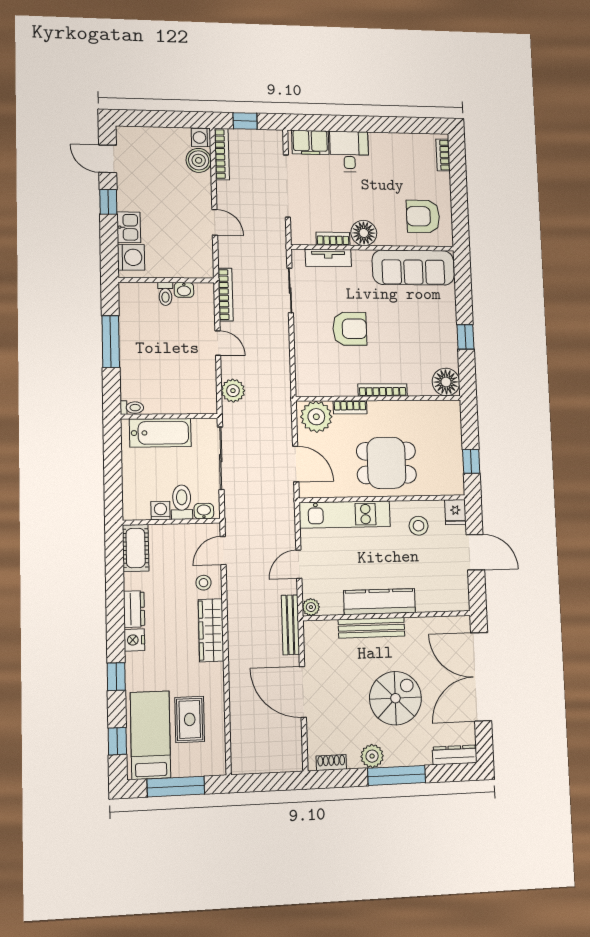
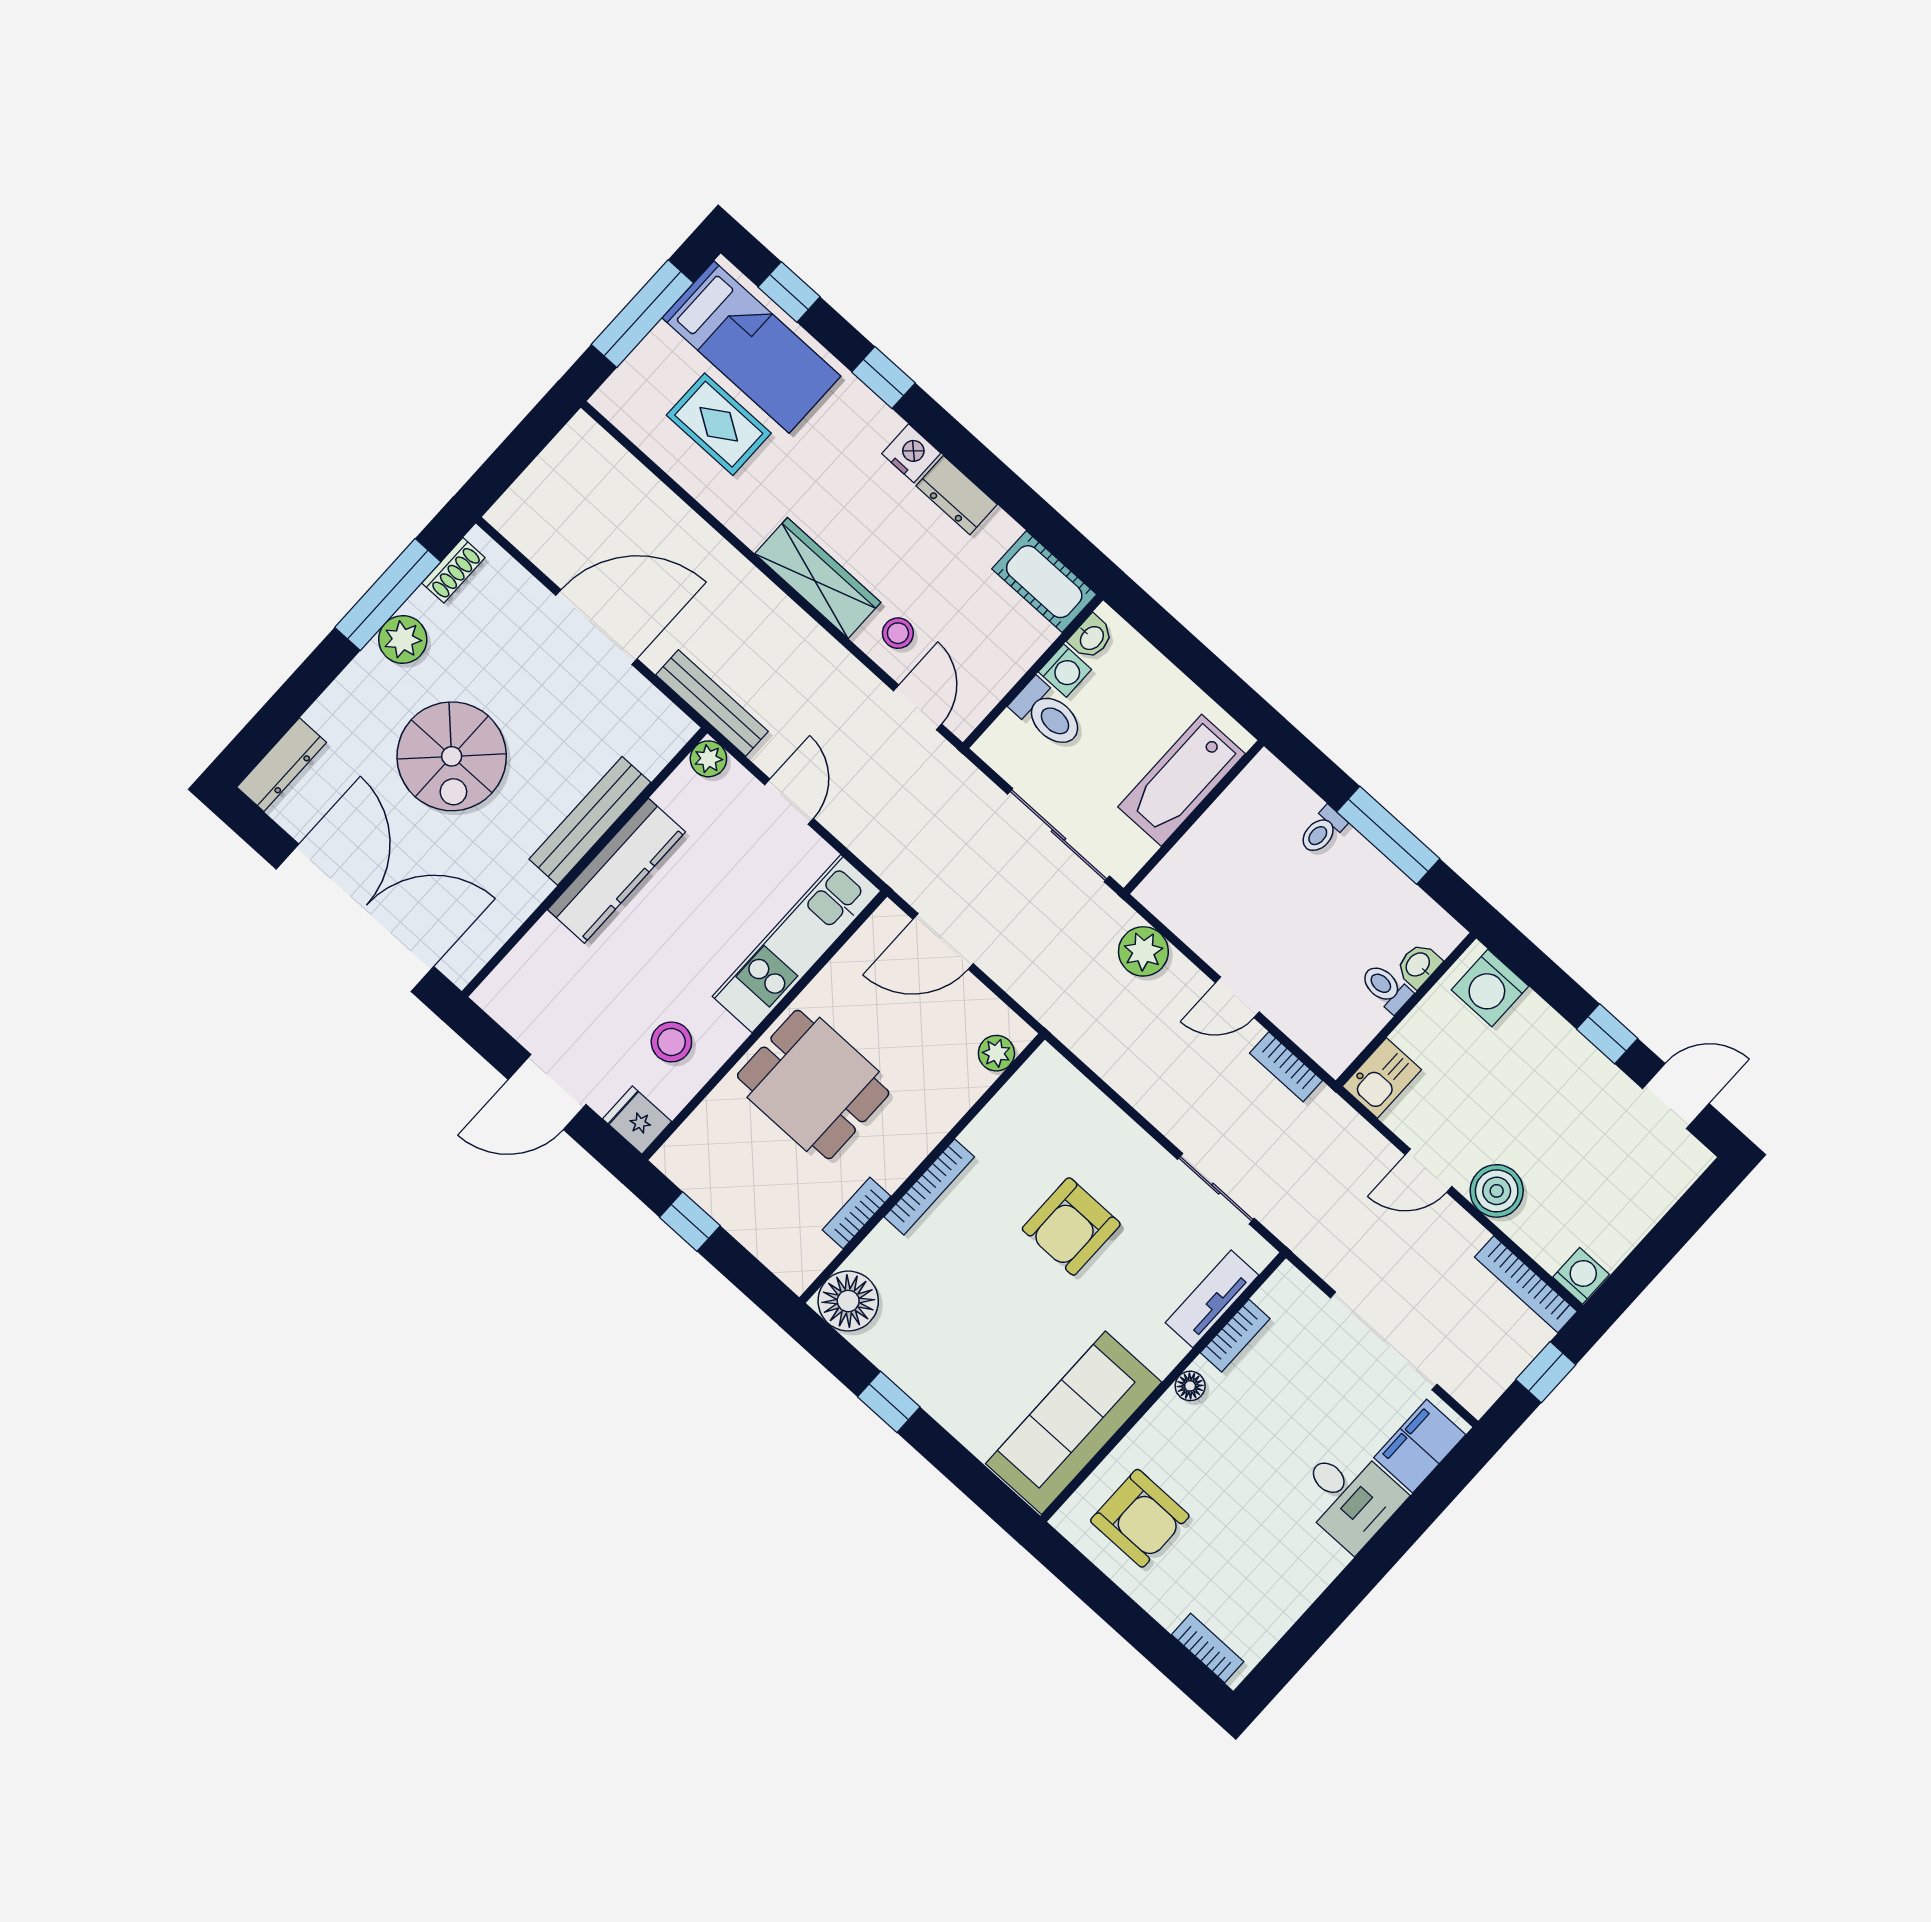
boiler: (199, 160) -> (1497, 1191), moved
armchair: (423, 216) -> (1140, 1518), turned 90
kitchen sink: (129, 227) -> (1382, 1078), moved, turned -90
floor lamp: (364, 233) -> (1190, 1386), width x0.53, depth x0.53
washbasin: (184, 290) -> (1418, 965), moved
bookcase: (226, 295) -> (1286, 1067), width x0.64
bookcase: (350, 407) -> (857, 1213), moved
toilet: (132, 408) -> (1322, 831), moved
plant: (316, 417) -> (996, 1053), width x0.53, depth x0.53
dining table: (386, 463) -> (813, 1084), turned 90
washbasin: (204, 511) -> (1091, 637), moved
window: (397, 775) -> (388, 595), moved

